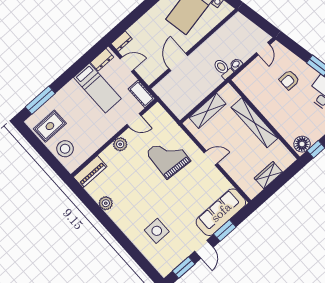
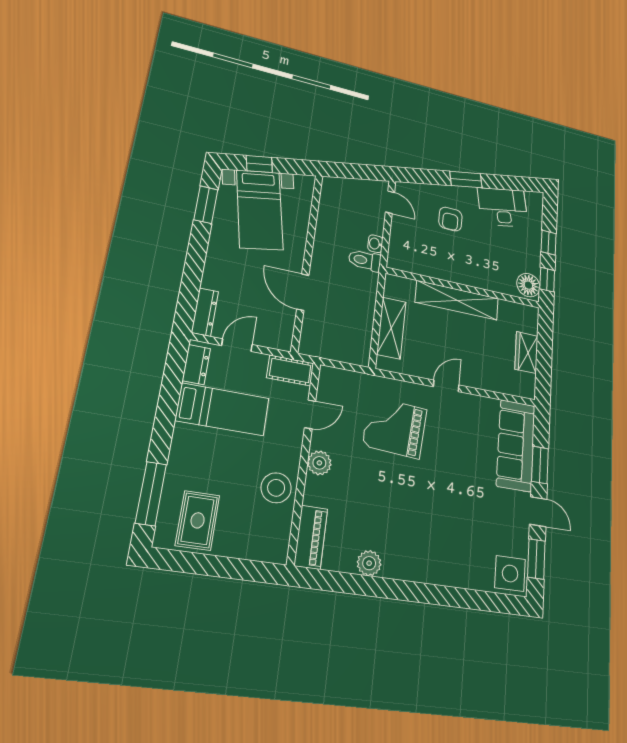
dresser: (122, 41) -> (205, 312), width x1.44
stool: (65, 149) -> (276, 488), moved
side table: (157, 231) -> (510, 574), moved

